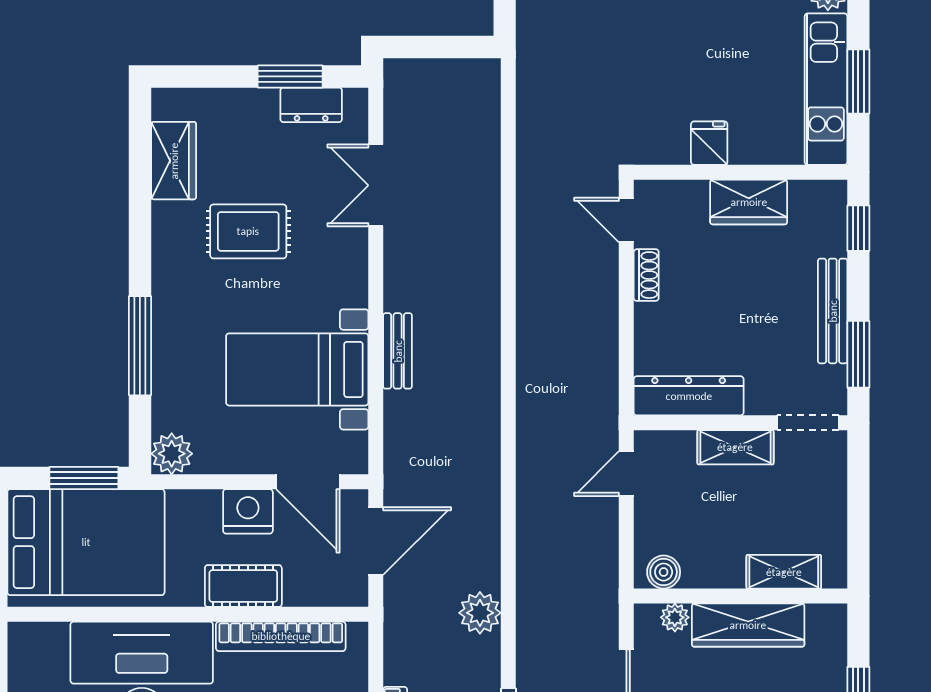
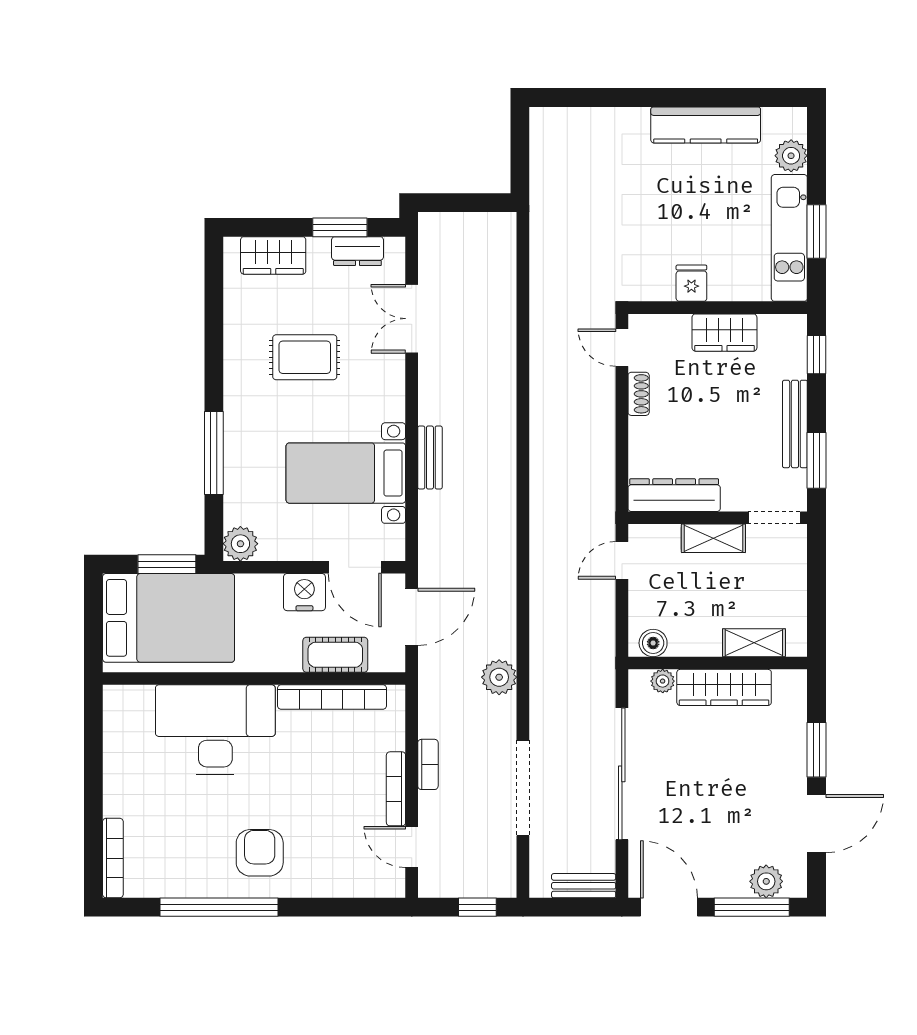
wardrobe: (174, 161) -> (273, 255), moved, turned 90
cot: (243, 586) -> (335, 655), moved

